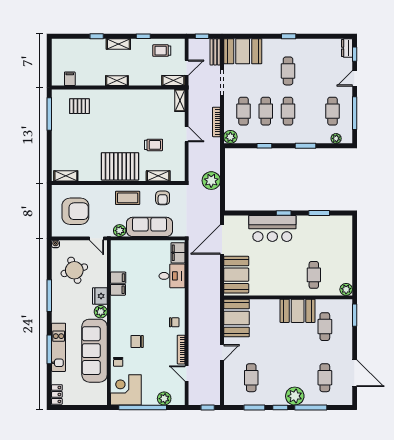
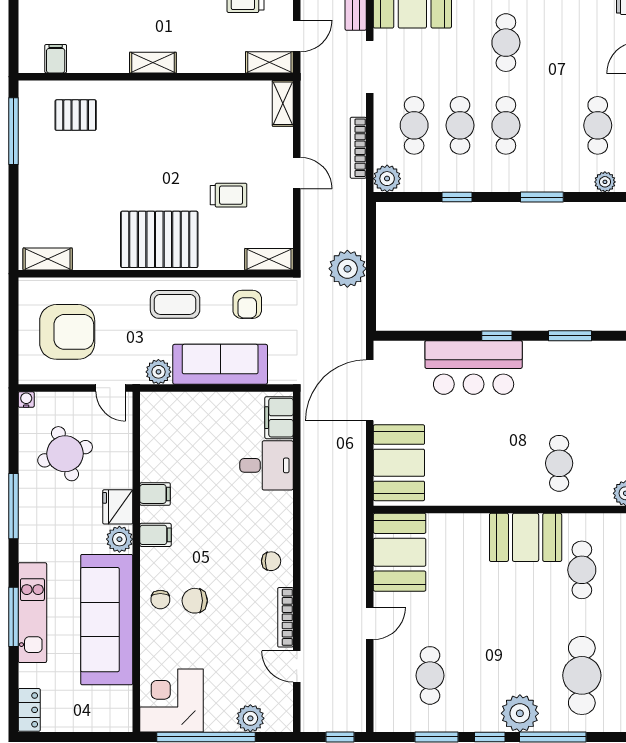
shelving: (158, 176) -> (269, 259), moved
filing cabinet: (118, 278) -> (155, 535), moved
chair: (118, 362) -> (160, 600), moved
cafe table: (325, 378) -> (582, 675), width x1.37, depth x1.35

